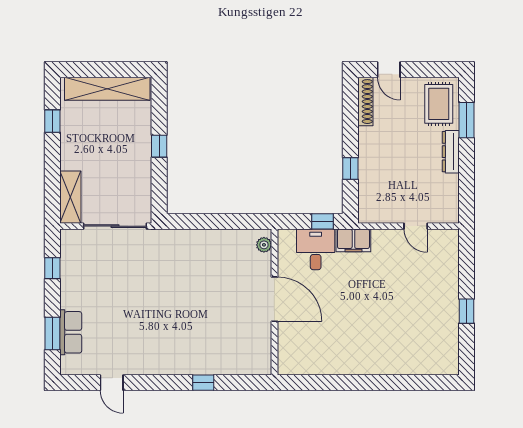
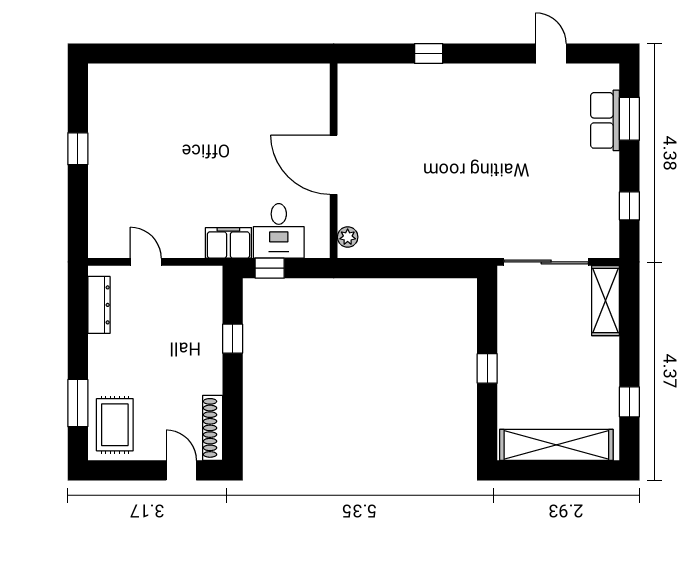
dresser: (451, 152) -> (99, 305), moved

